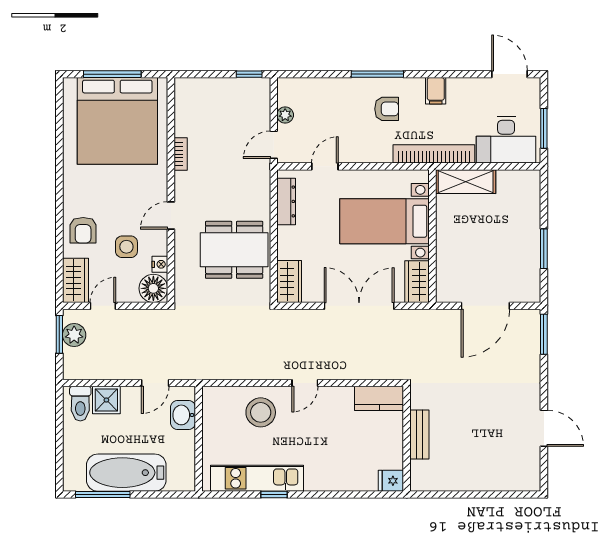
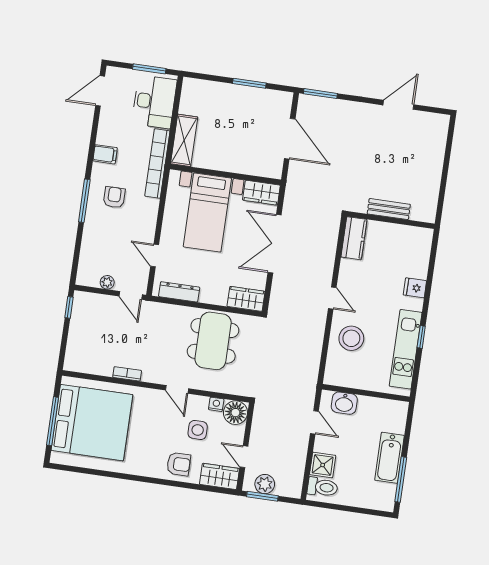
bathtub: (126, 473) -> (389, 458), width x0.73, depth x0.73
fridge: (391, 481) -> (415, 288), moved, turned 90

